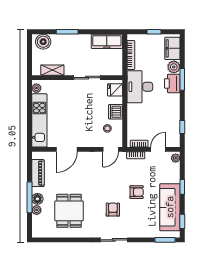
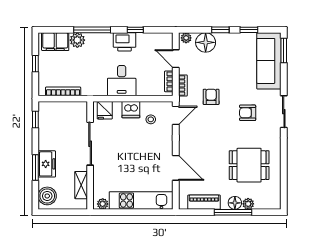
window: (107, 32) -> (35, 120), added
freezer: (107, 41) -> (47, 164), moved, width x0.71
sliding door: (87, 78) -> (90, 144), width x1.37
window: (182, 79) -> (92, 30), width x1.44
printer: (172, 83) -> (125, 42), moved
desk: (140, 87) -> (122, 81), moved, width x0.73
window: (182, 127) -> (135, 30), moved
door: (111, 149) -> (176, 115), hinge flipped
floor lamp: (172, 174) -> (206, 42), added
armchair: (137, 192) -> (211, 97), moved
sofa: (170, 207) -> (269, 61), moved, turned 90
window: (182, 221) -> (249, 30), moved

